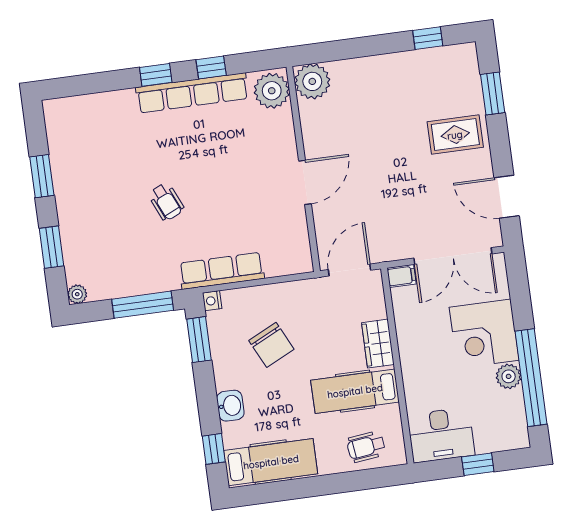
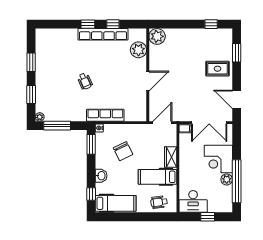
plant: (272, 91) -> (138, 50), moved
window: (143, 305) -> (57, 126), moved

